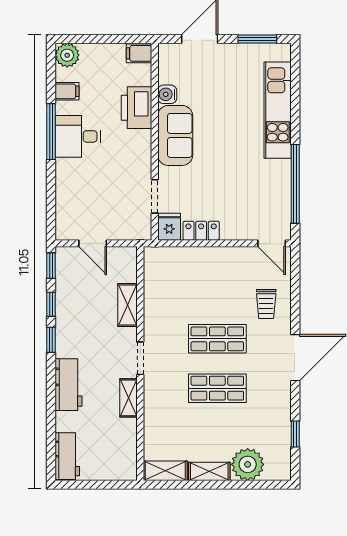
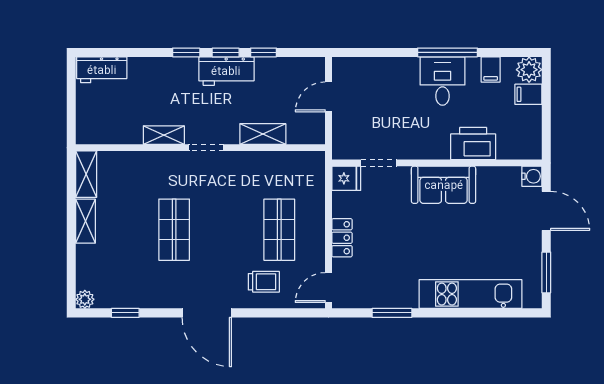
filing cabinet: (139, 53) -> (528, 94), moved, turned -90
water cooler: (167, 94) -> (532, 176), moved, turned 90
window: (295, 184) -> (392, 313), width x0.47
locker: (201, 231) -> (342, 238), moved
window: (51, 266) -> (186, 52), moved
trolley: (266, 304) -> (264, 282), turned 180
shop shelf: (217, 339) -> (279, 230), moved
workbench: (68, 385) -> (226, 71), moved
plant: (248, 464) -> (85, 299), moved, width x0.53, depth x0.53

